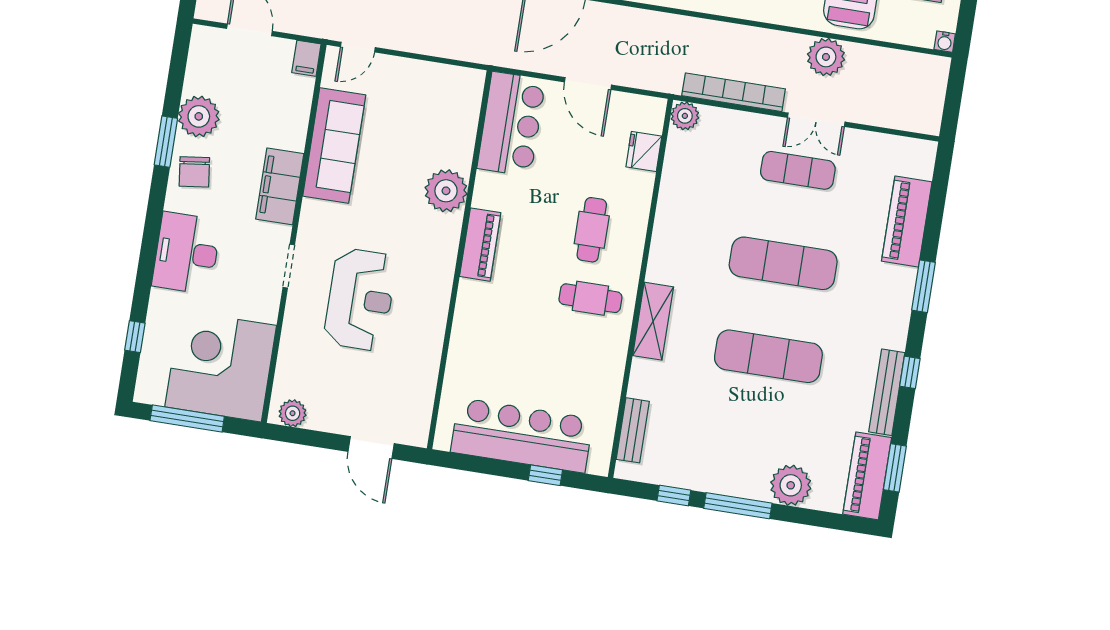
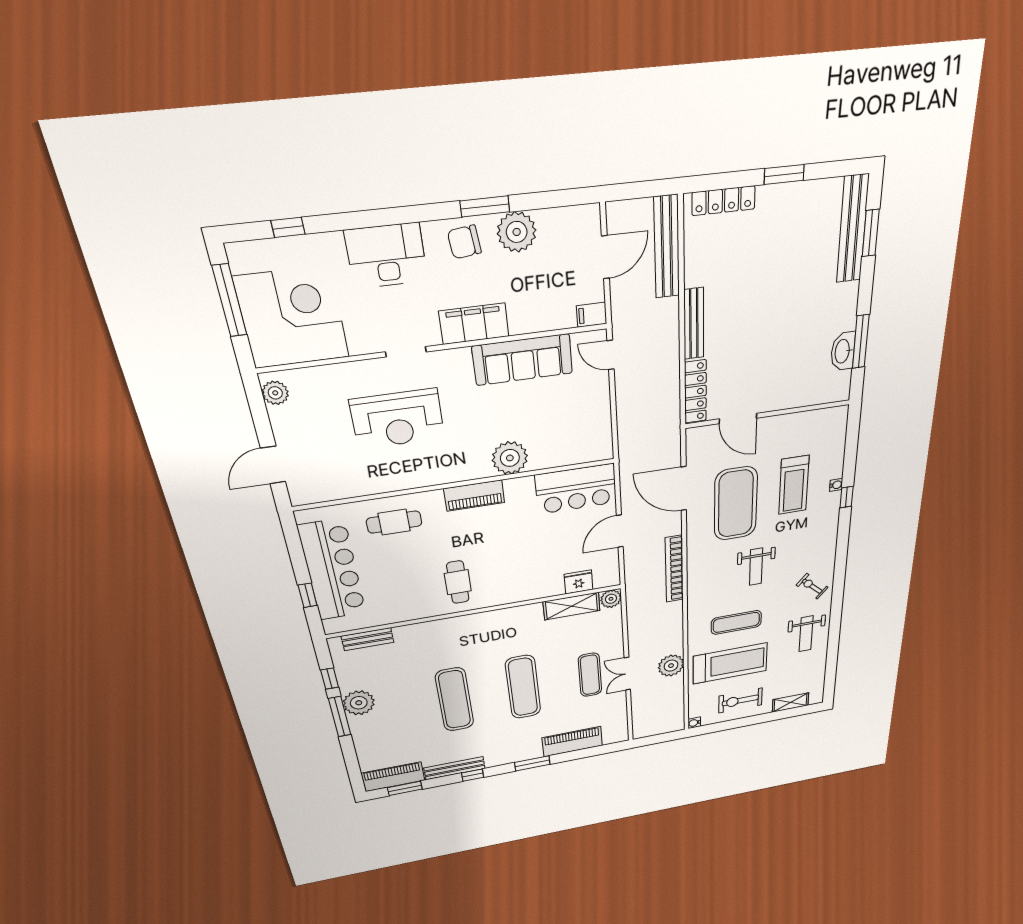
bookcase: (734, 92) -> (674, 569), moved, turned 180
cafe table: (592, 230) -> (394, 522), moved
shelving: (653, 321) -> (572, 606), moved
plant: (791, 485) -> (359, 703), moved

